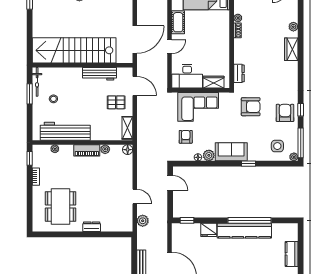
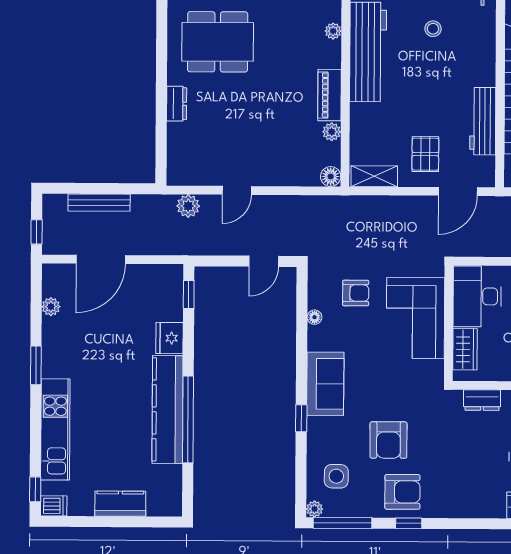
armchair: (251, 107) -> (388, 440), moved
plant: (209, 155) -> (318, 339), removed

